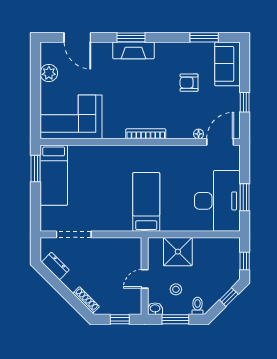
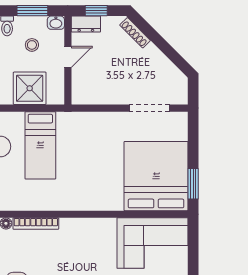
bookcase: (146, 134) -> (36, 224), moved
bed: (54, 175) -> (156, 176), width x2.04
bed: (146, 202) -> (40, 145), moved
dresser: (55, 266) -> (86, 24), moved, turned -45

